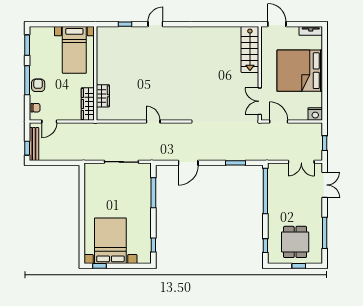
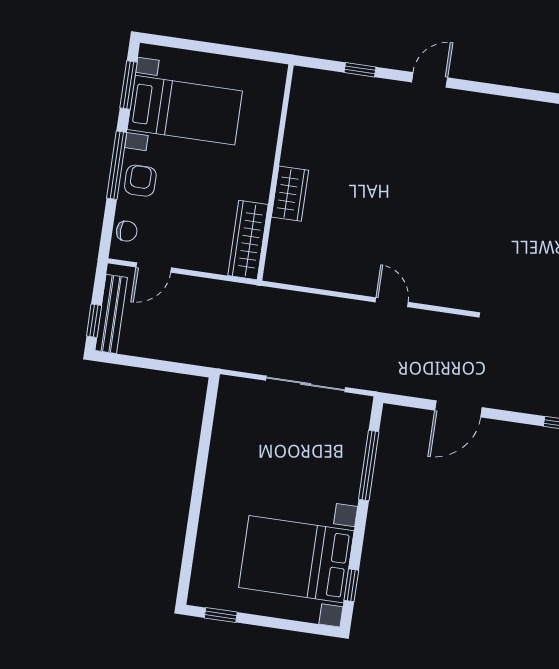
bed with nightstands: (74, 50) -> (185, 110), moved, turned -90
wardrobe: (103, 96) -> (290, 194), moved
bed with nightstands: (110, 241) -> (296, 559), moved, turned -90

